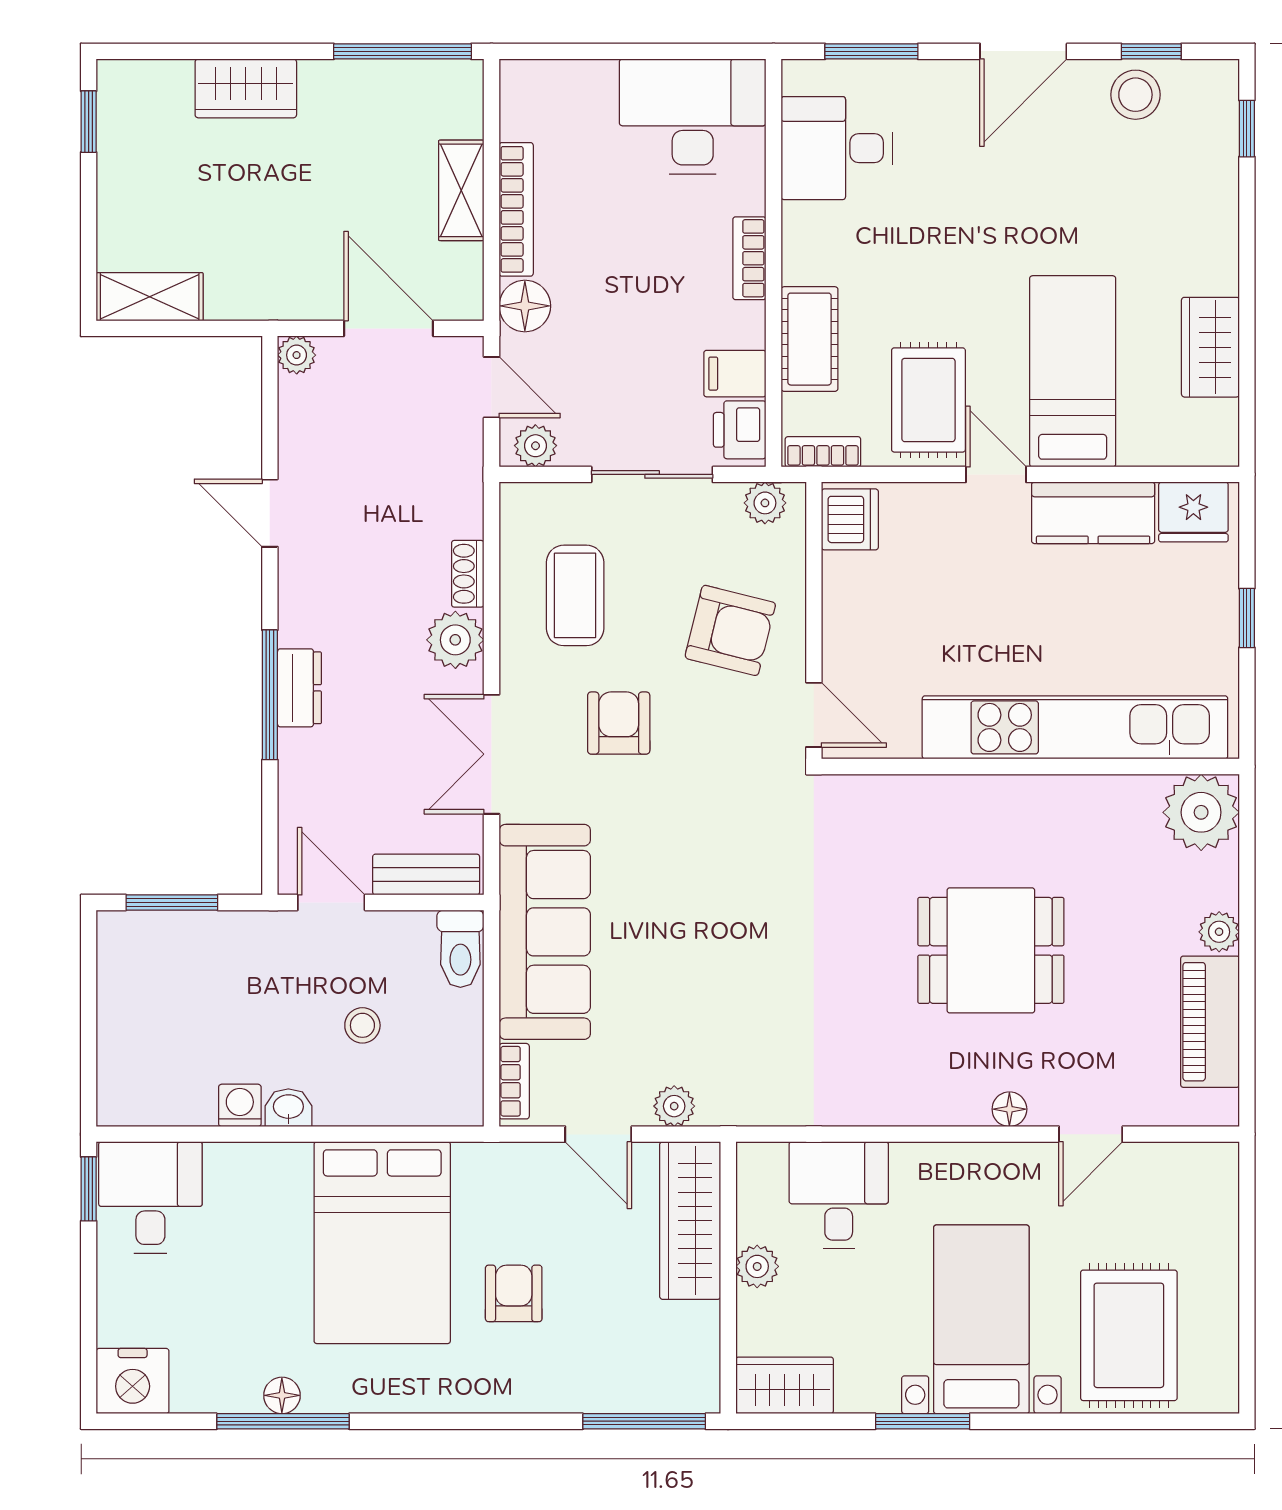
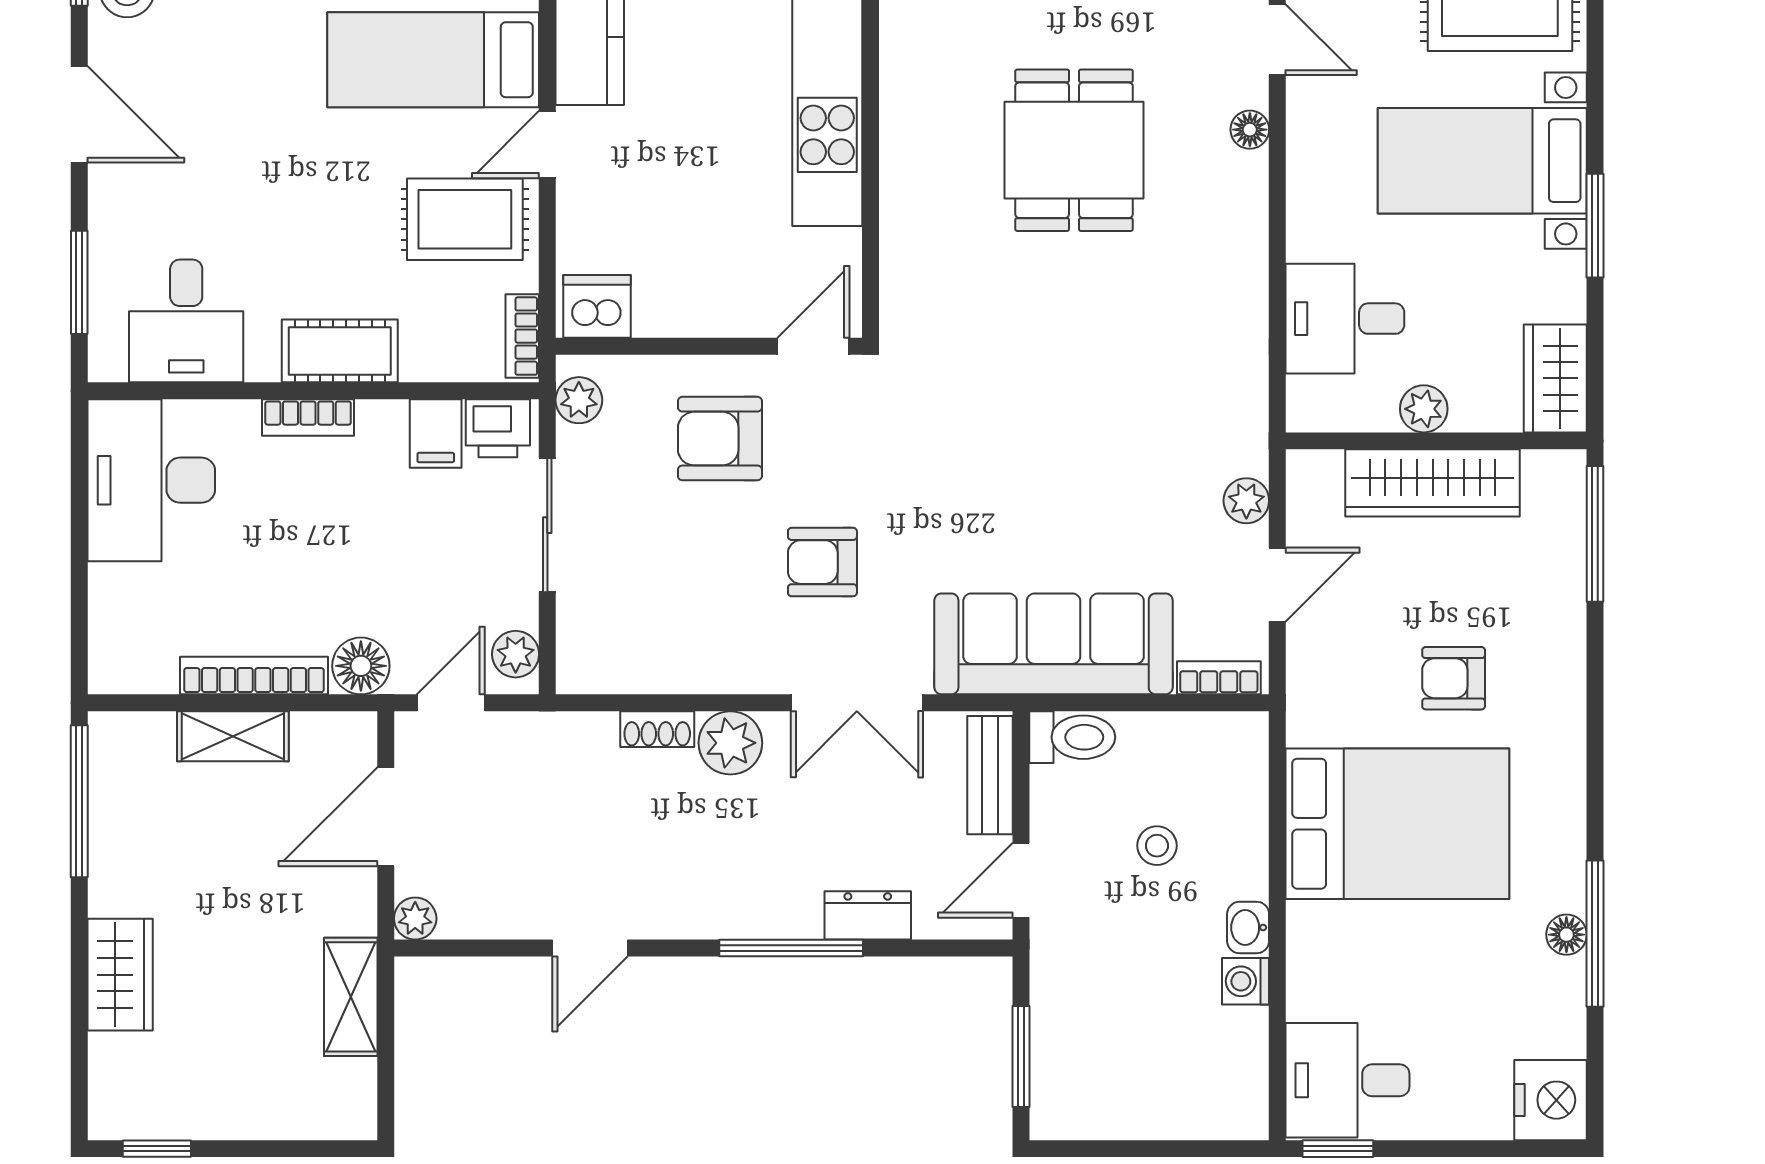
shelving: (150, 297) -> (351, 997), moved
cot: (809, 339) -> (340, 351), moved
coffee table: (575, 595) -> (681, 610), removed
armchair: (730, 630) -> (720, 439), turned -104
dresser: (299, 688) -> (868, 915), moved
wardrobe: (690, 1221) -> (1433, 483), moved

